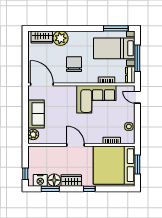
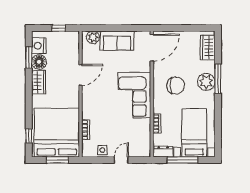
window: (116, 28) -> (218, 79), moved
plant: (61, 38) -> (206, 82), moved
door: (137, 97) -> (121, 160), moved
corner sofa: (96, 99) -> (134, 95), moved
door: (75, 145) -> (80, 75), moved
window: (25, 174) -> (59, 28), moved
window: (89, 189) -> (29, 136), moved

